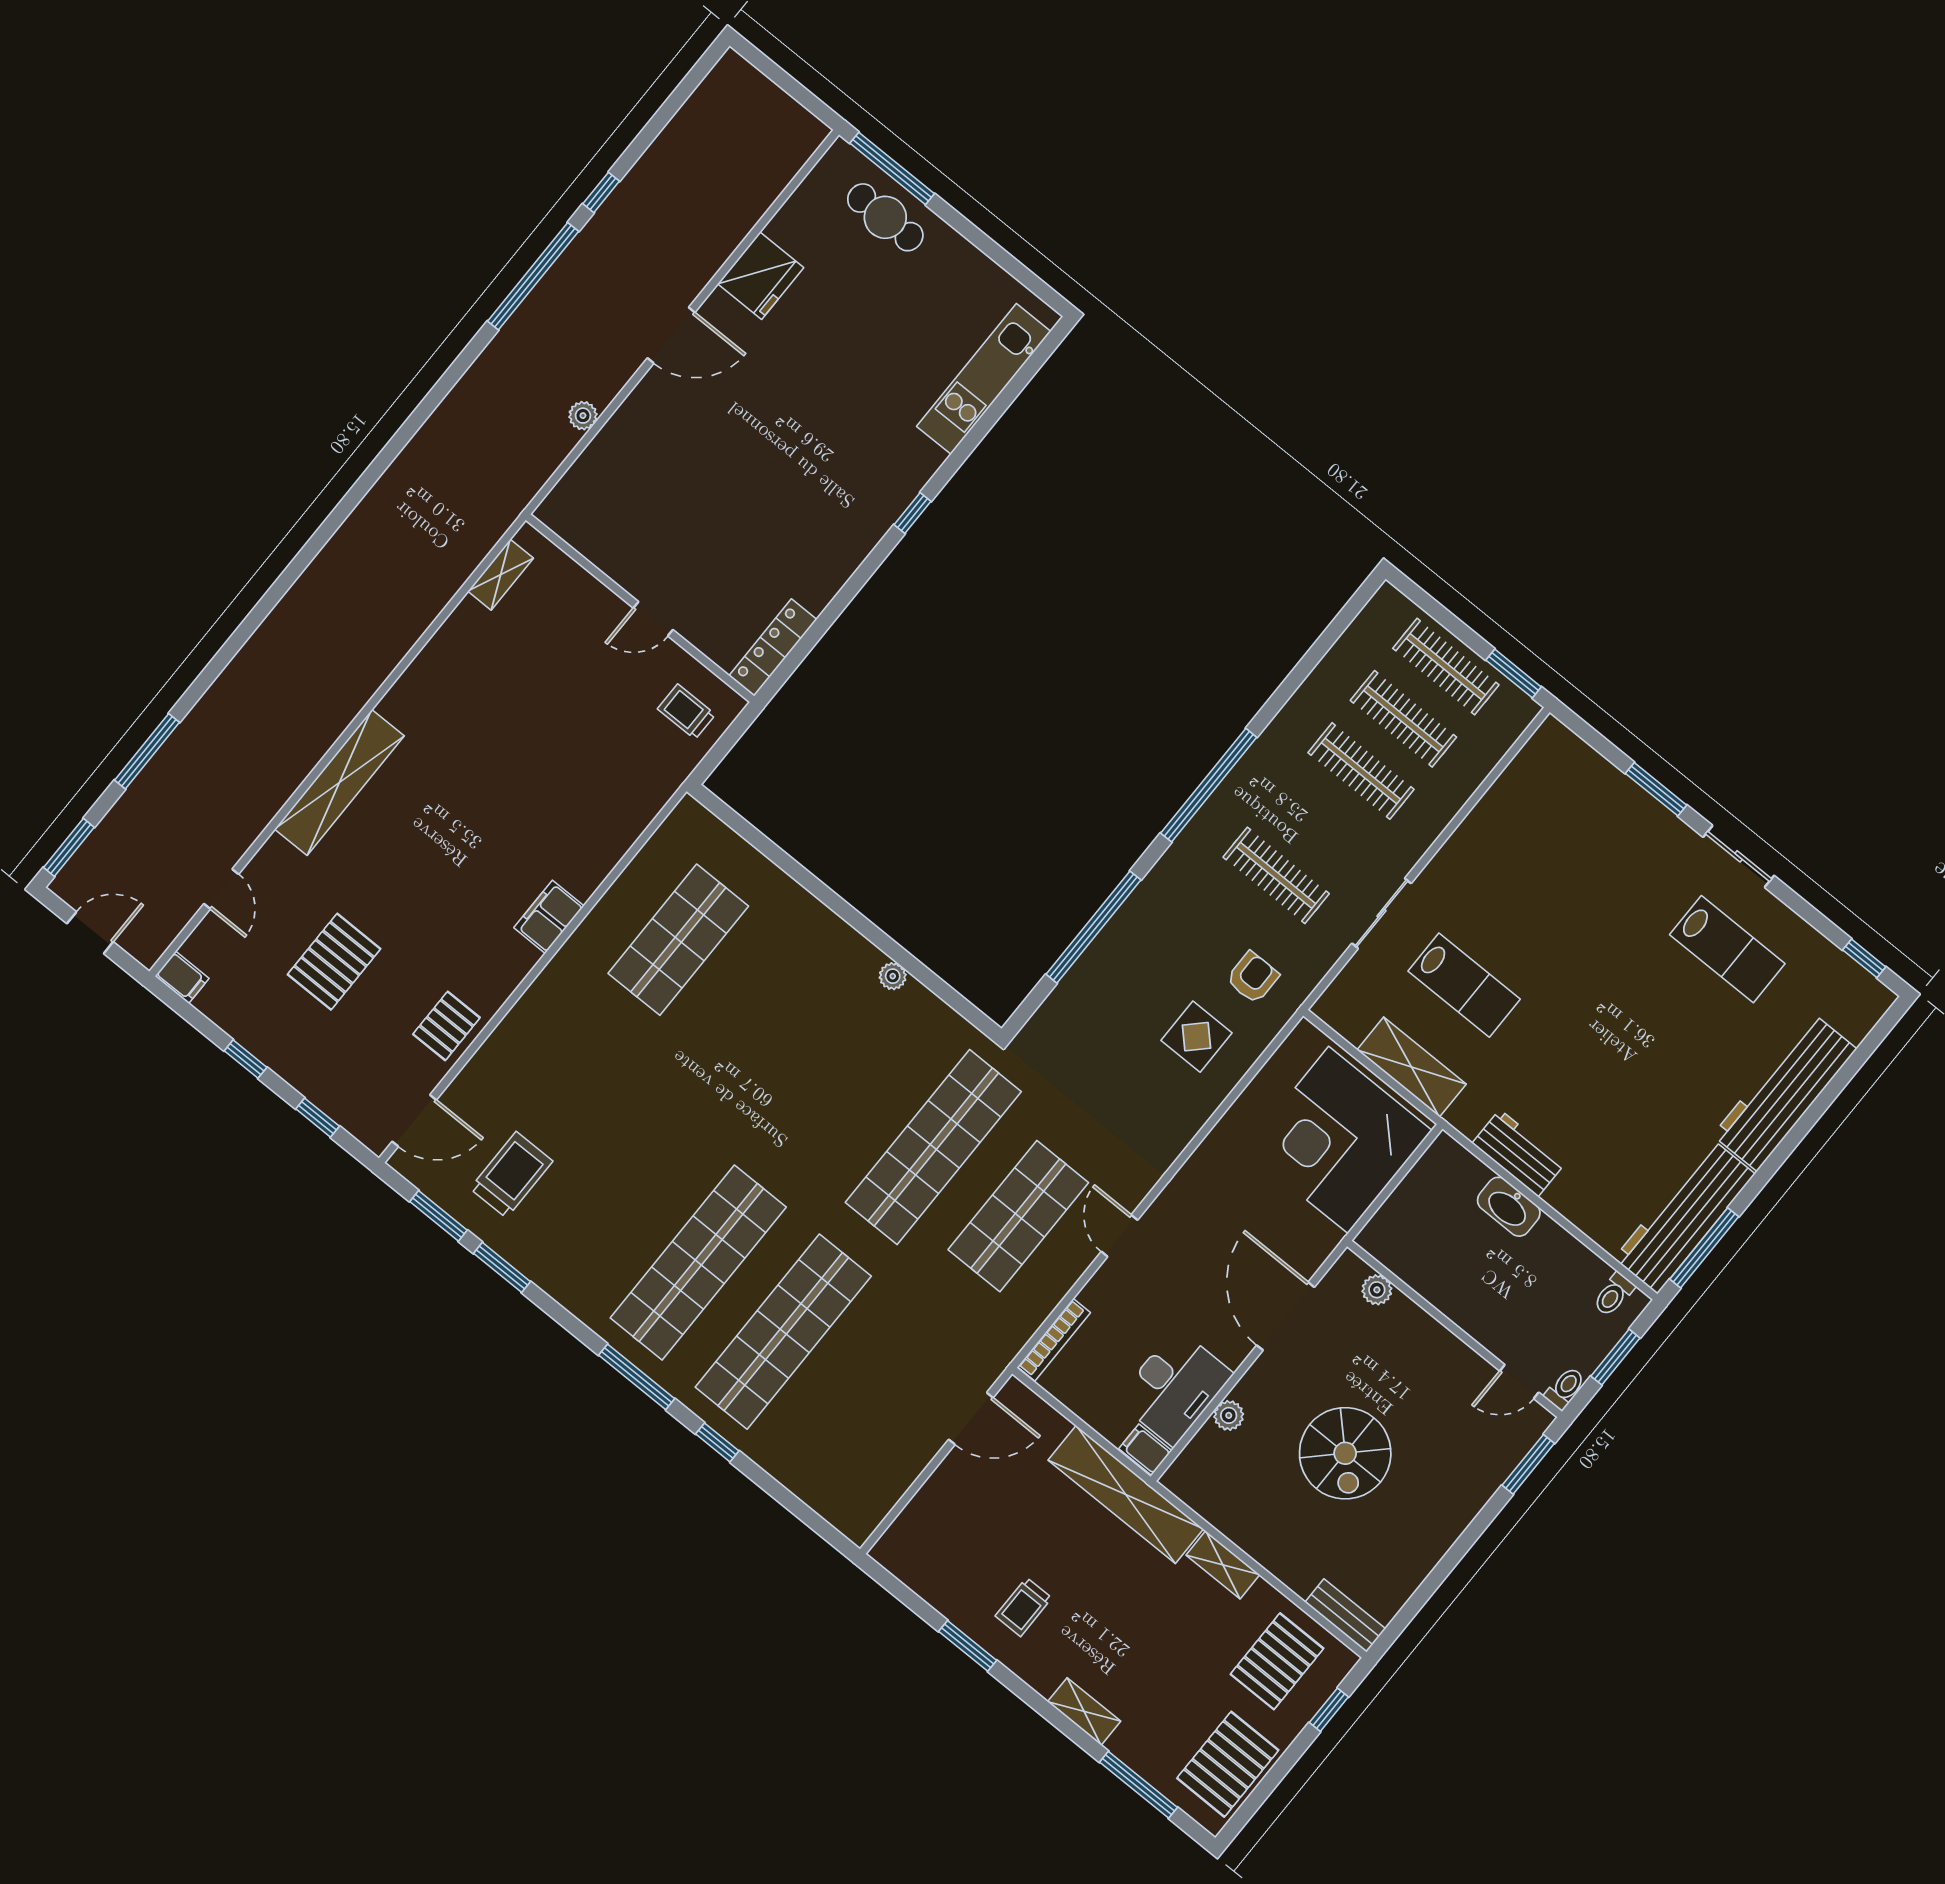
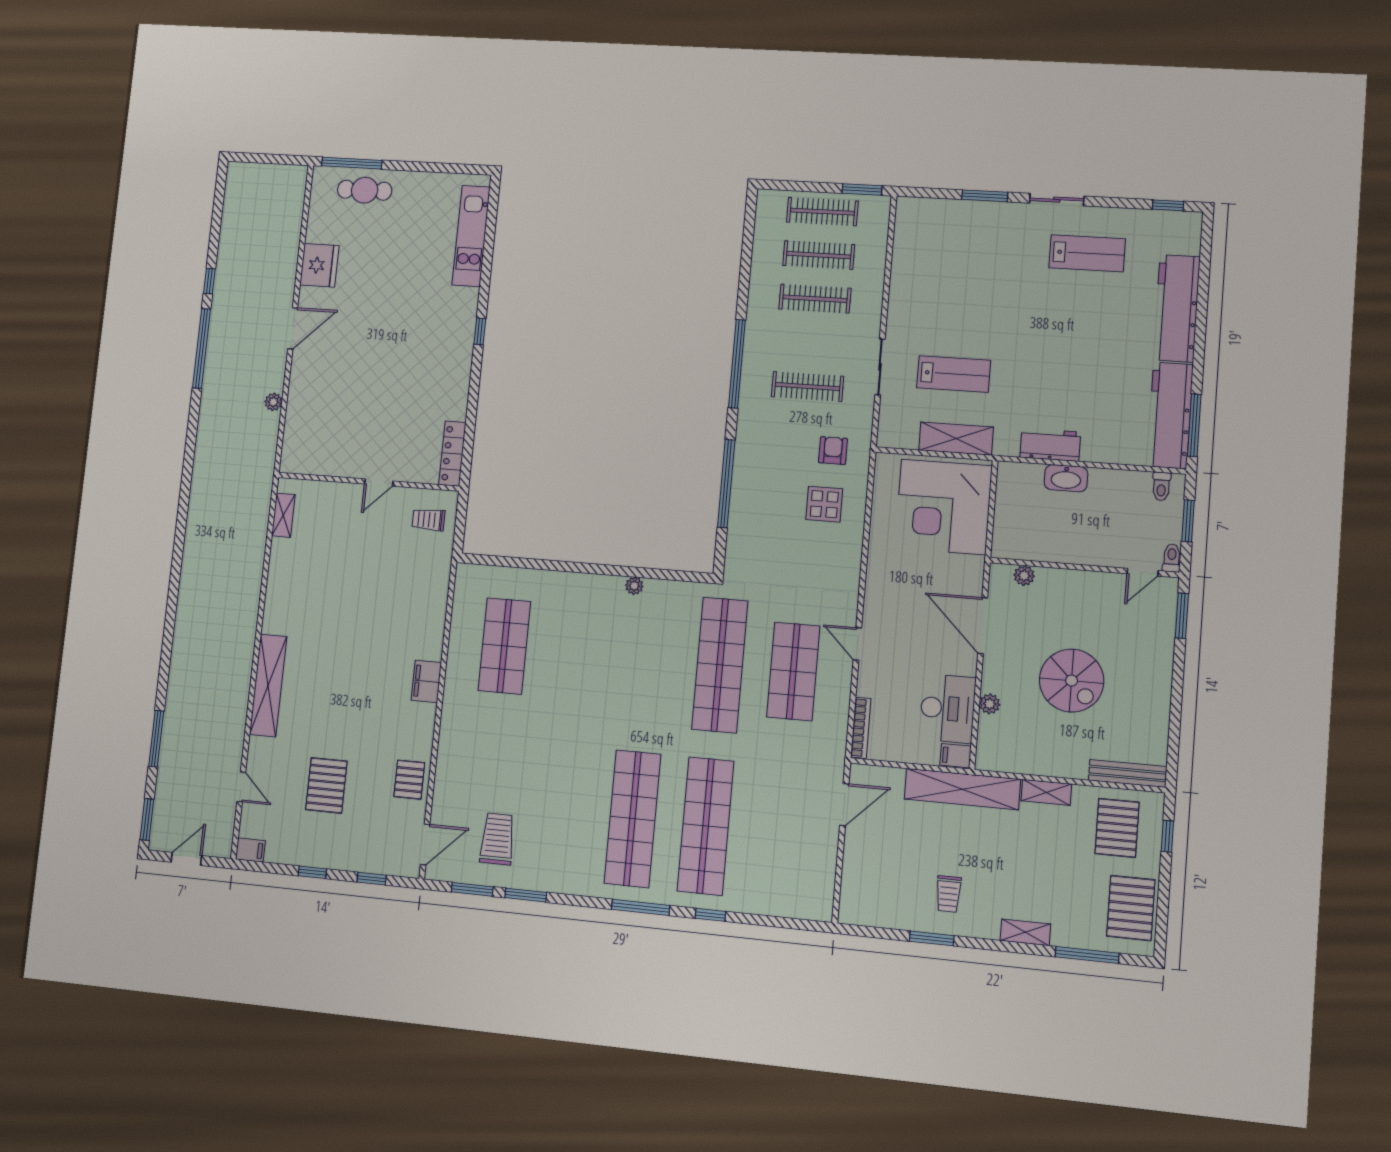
bench: (1345, 1615) -> (1128, 773), width x1.36

